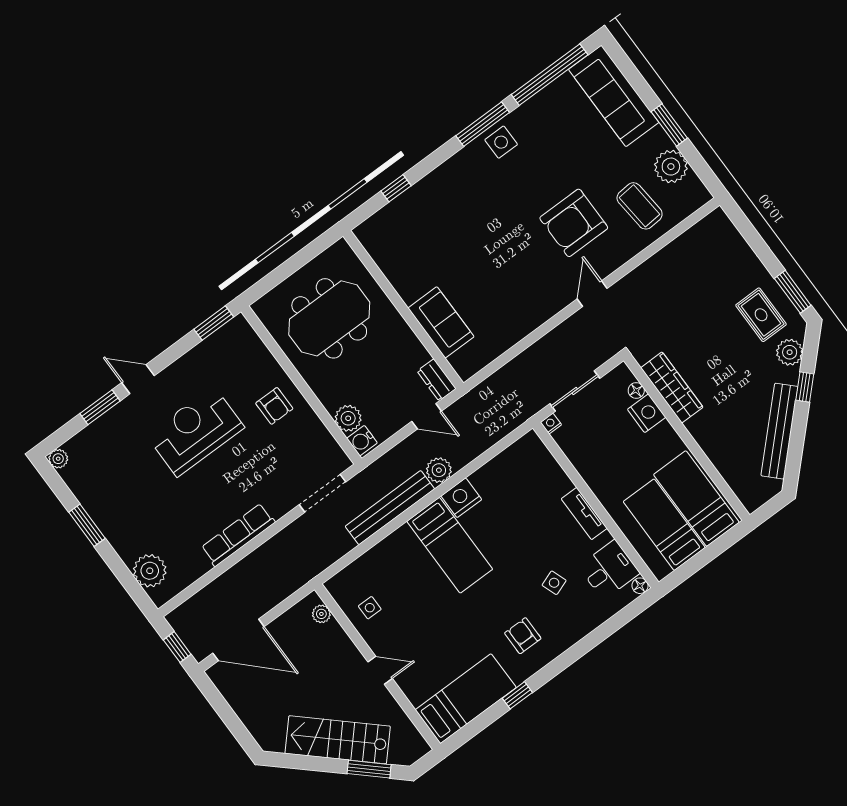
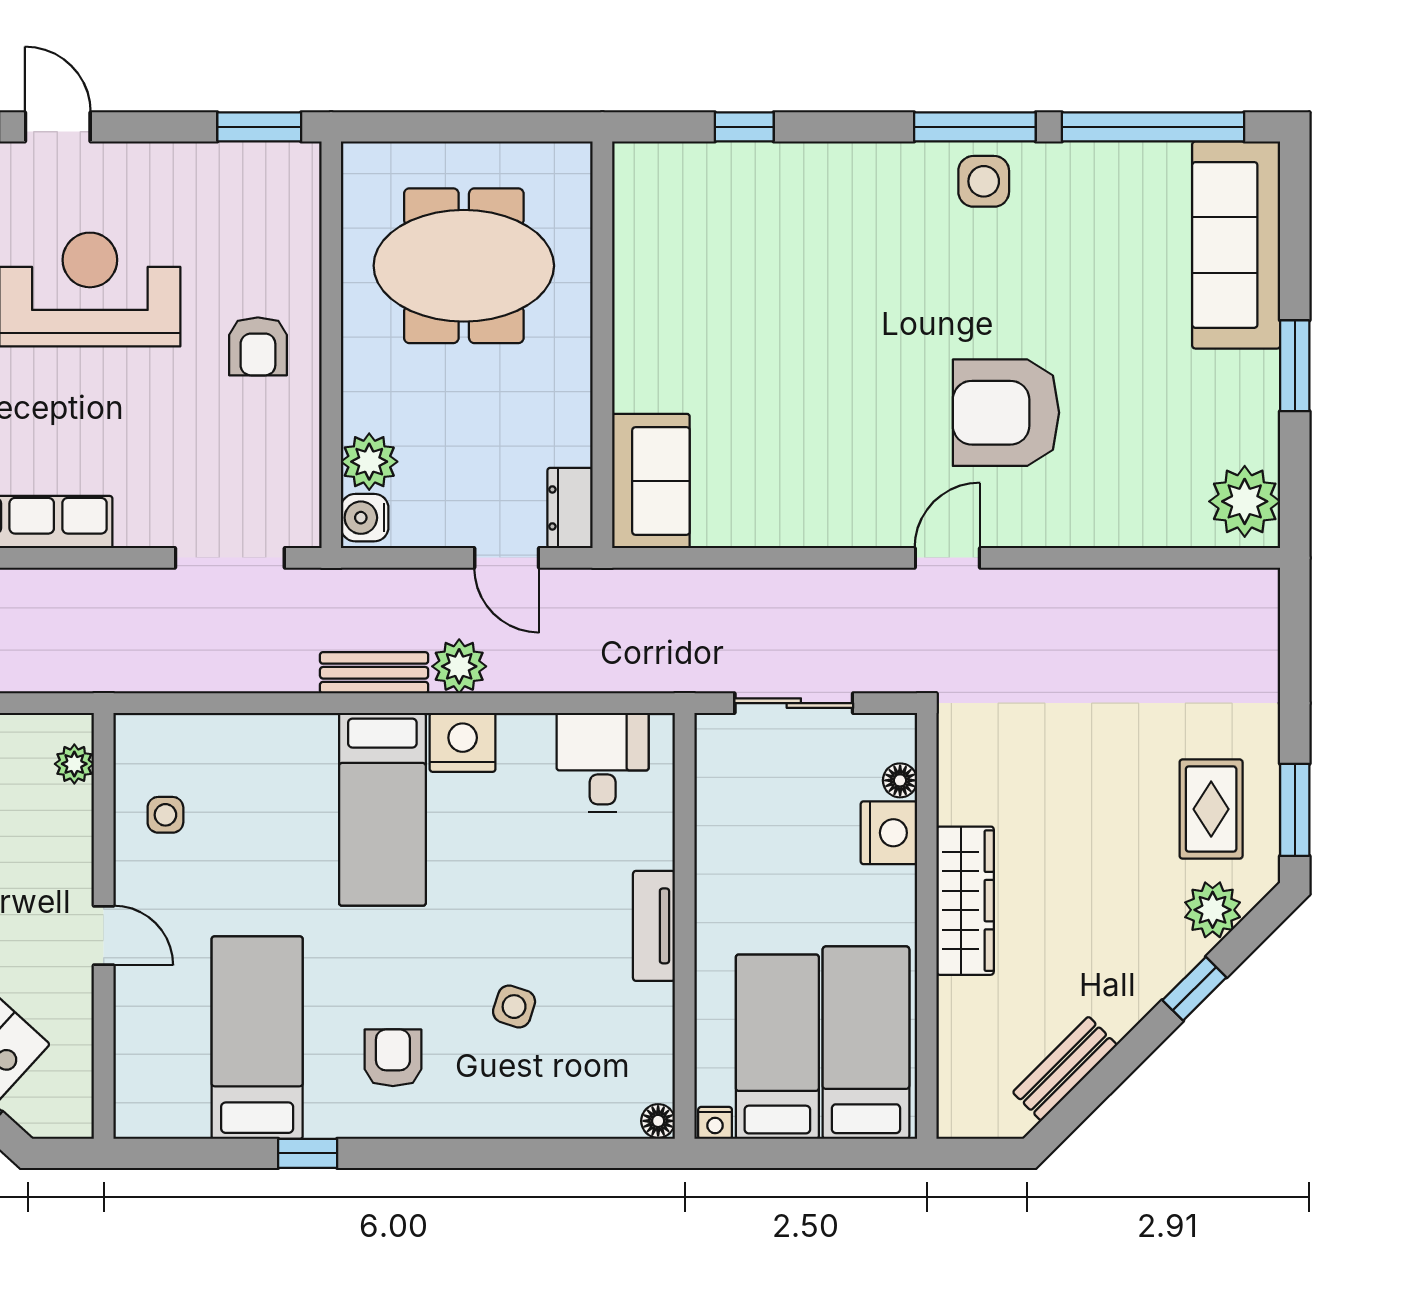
plant: (671, 167) -> (1245, 501), moved
coffee table: (640, 206) -> (1141, 467), removed
sofa: (441, 322) -> (651, 481), moved
wardrobe: (672, 387) -> (965, 901), moved
nightstand: (551, 424) -> (715, 1123), moved, turned 180
bench: (779, 431) -> (1065, 1069), width x0.54, depth x0.82
bench: (390, 508) -> (374, 673), width x0.54, depth x0.82
desk: (609, 570) -> (603, 763), moved, turned -90
side table: (554, 583) -> (514, 1007), turned 38
bed: (466, 699) -> (257, 1038), moved, turned -90

